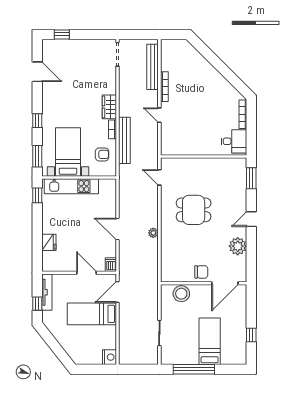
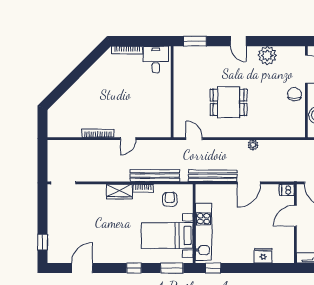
bench: (153, 67) -> (213, 176), moved
door: (159, 177) -> (194, 139), swing flipped
dining table: (194, 210) -> (229, 102), turned 90

